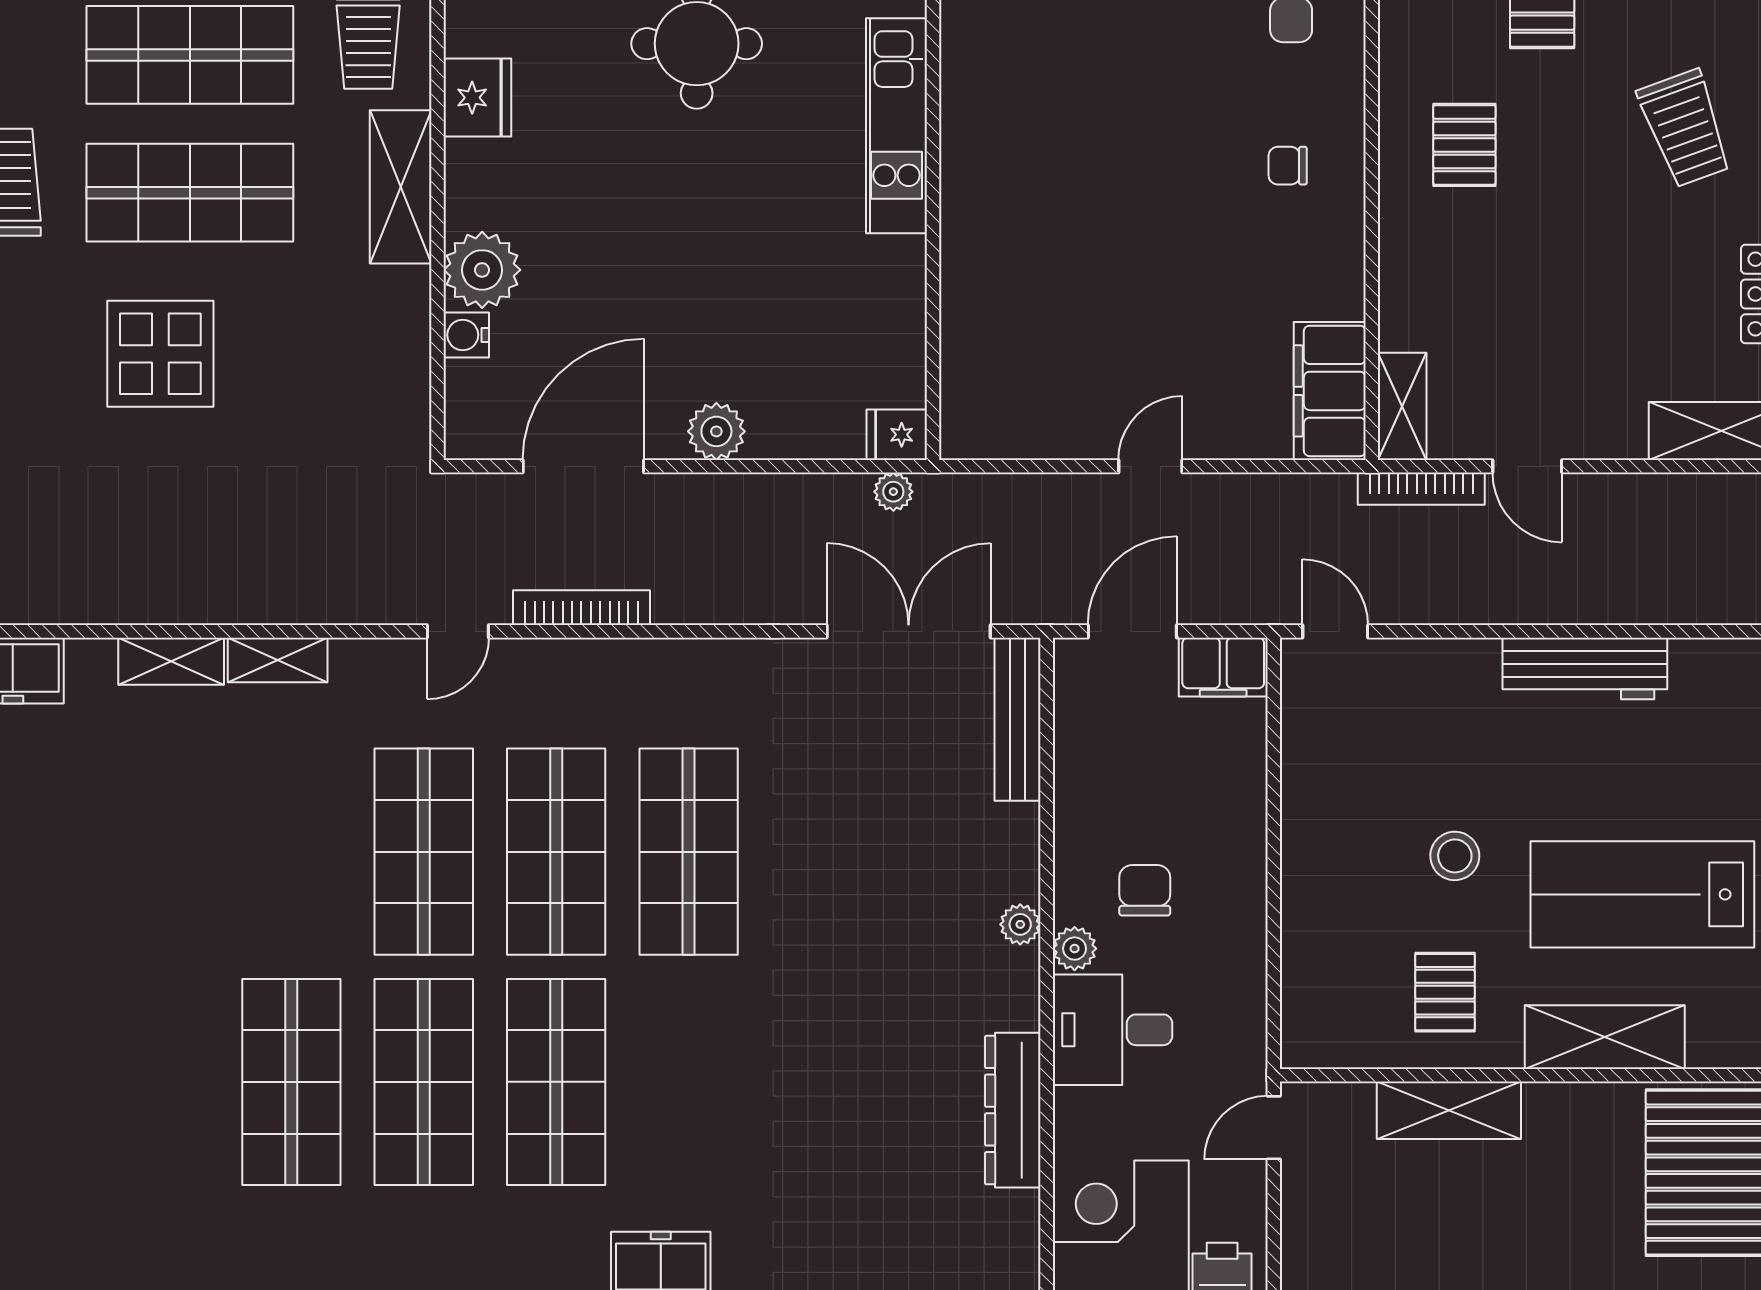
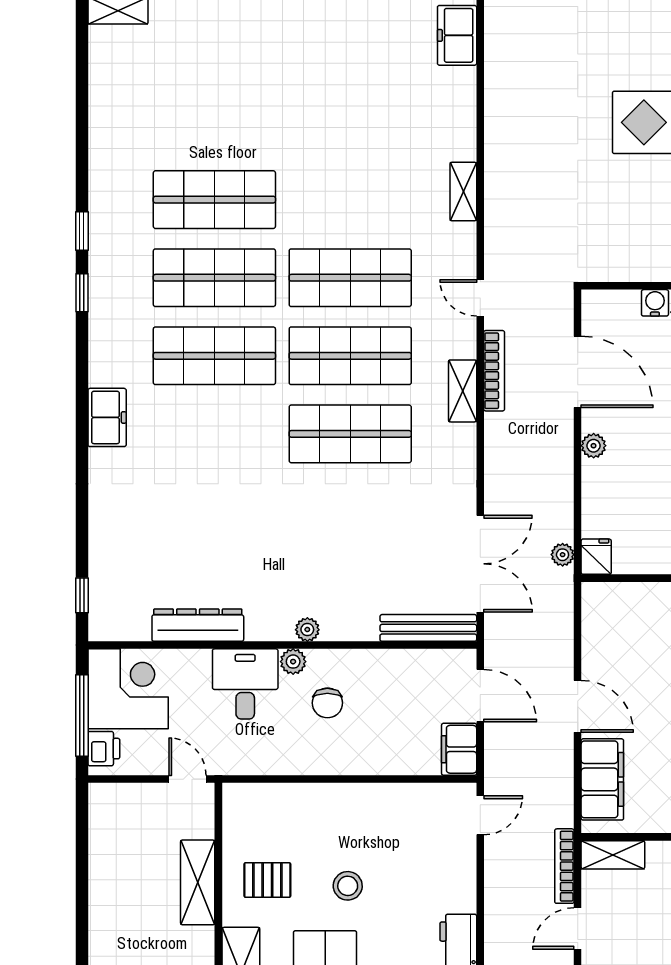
filing cabinet: (1330, 391) -> (602, 779), moved, turned 90
plant: (716, 431) -> (594, 446), width x0.73, depth x0.73
door: (1150, 466) -> (578, 706), width x1.38
shelving: (171, 661) -> (463, 391), moved
chair: (1145, 890) -> (327, 703), turned 90

